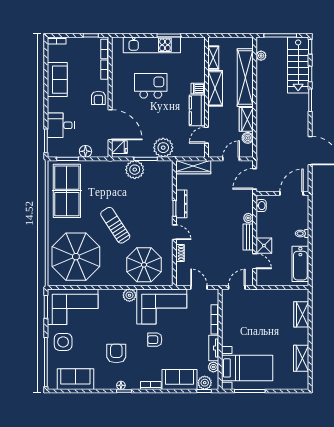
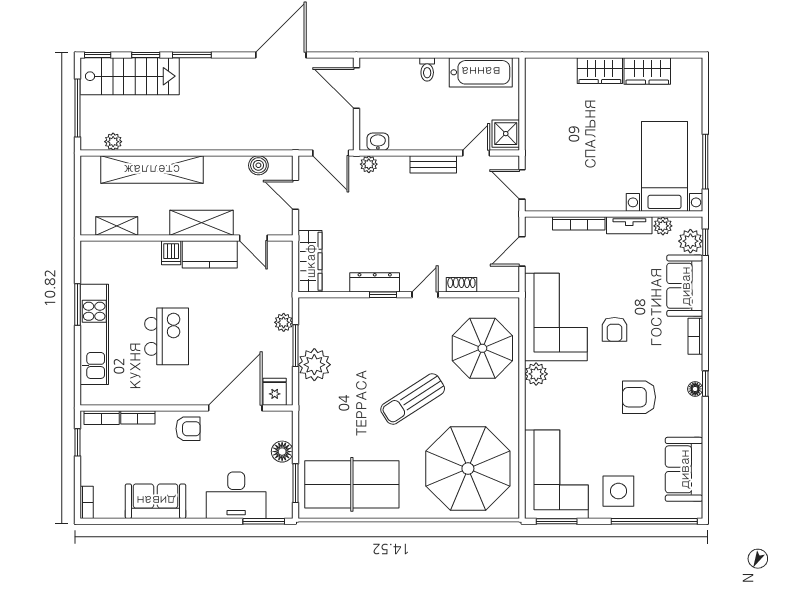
kitchen island: (151, 86) -> (167, 336), turned 180
shelving: (215, 88) -> (201, 223), moved
wardrobe: (246, 119) -> (226, 168), removed
desk: (61, 125) -> (236, 495), width x1.37
plant: (163, 148) -> (284, 322), width x0.53, depth x0.53
plant: (248, 218) -> (369, 164), moved
shower: (264, 246) -> (506, 134), moved
wardrobe: (301, 314) -> (600, 71), moved

